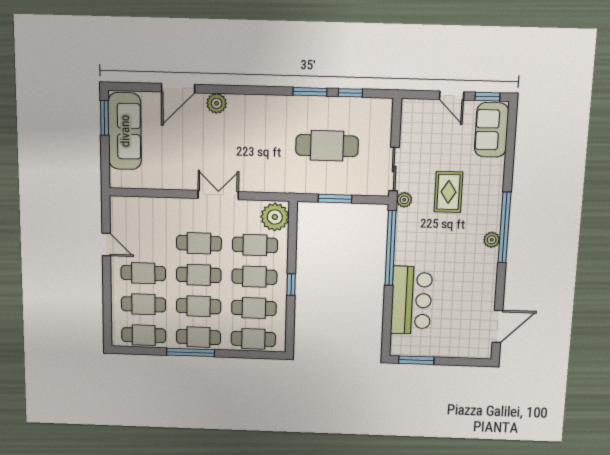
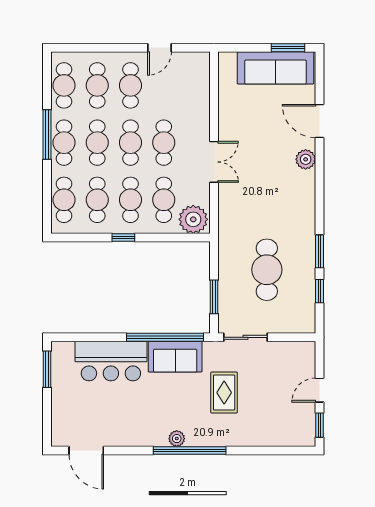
sofa: (491, 130) -> (175, 357), moved, turned 180
rug: (448, 192) -> (224, 393), turned 90
window: (335, 199) -> (214, 297), moved
plant: (404, 200) -> (215, 349), removed

